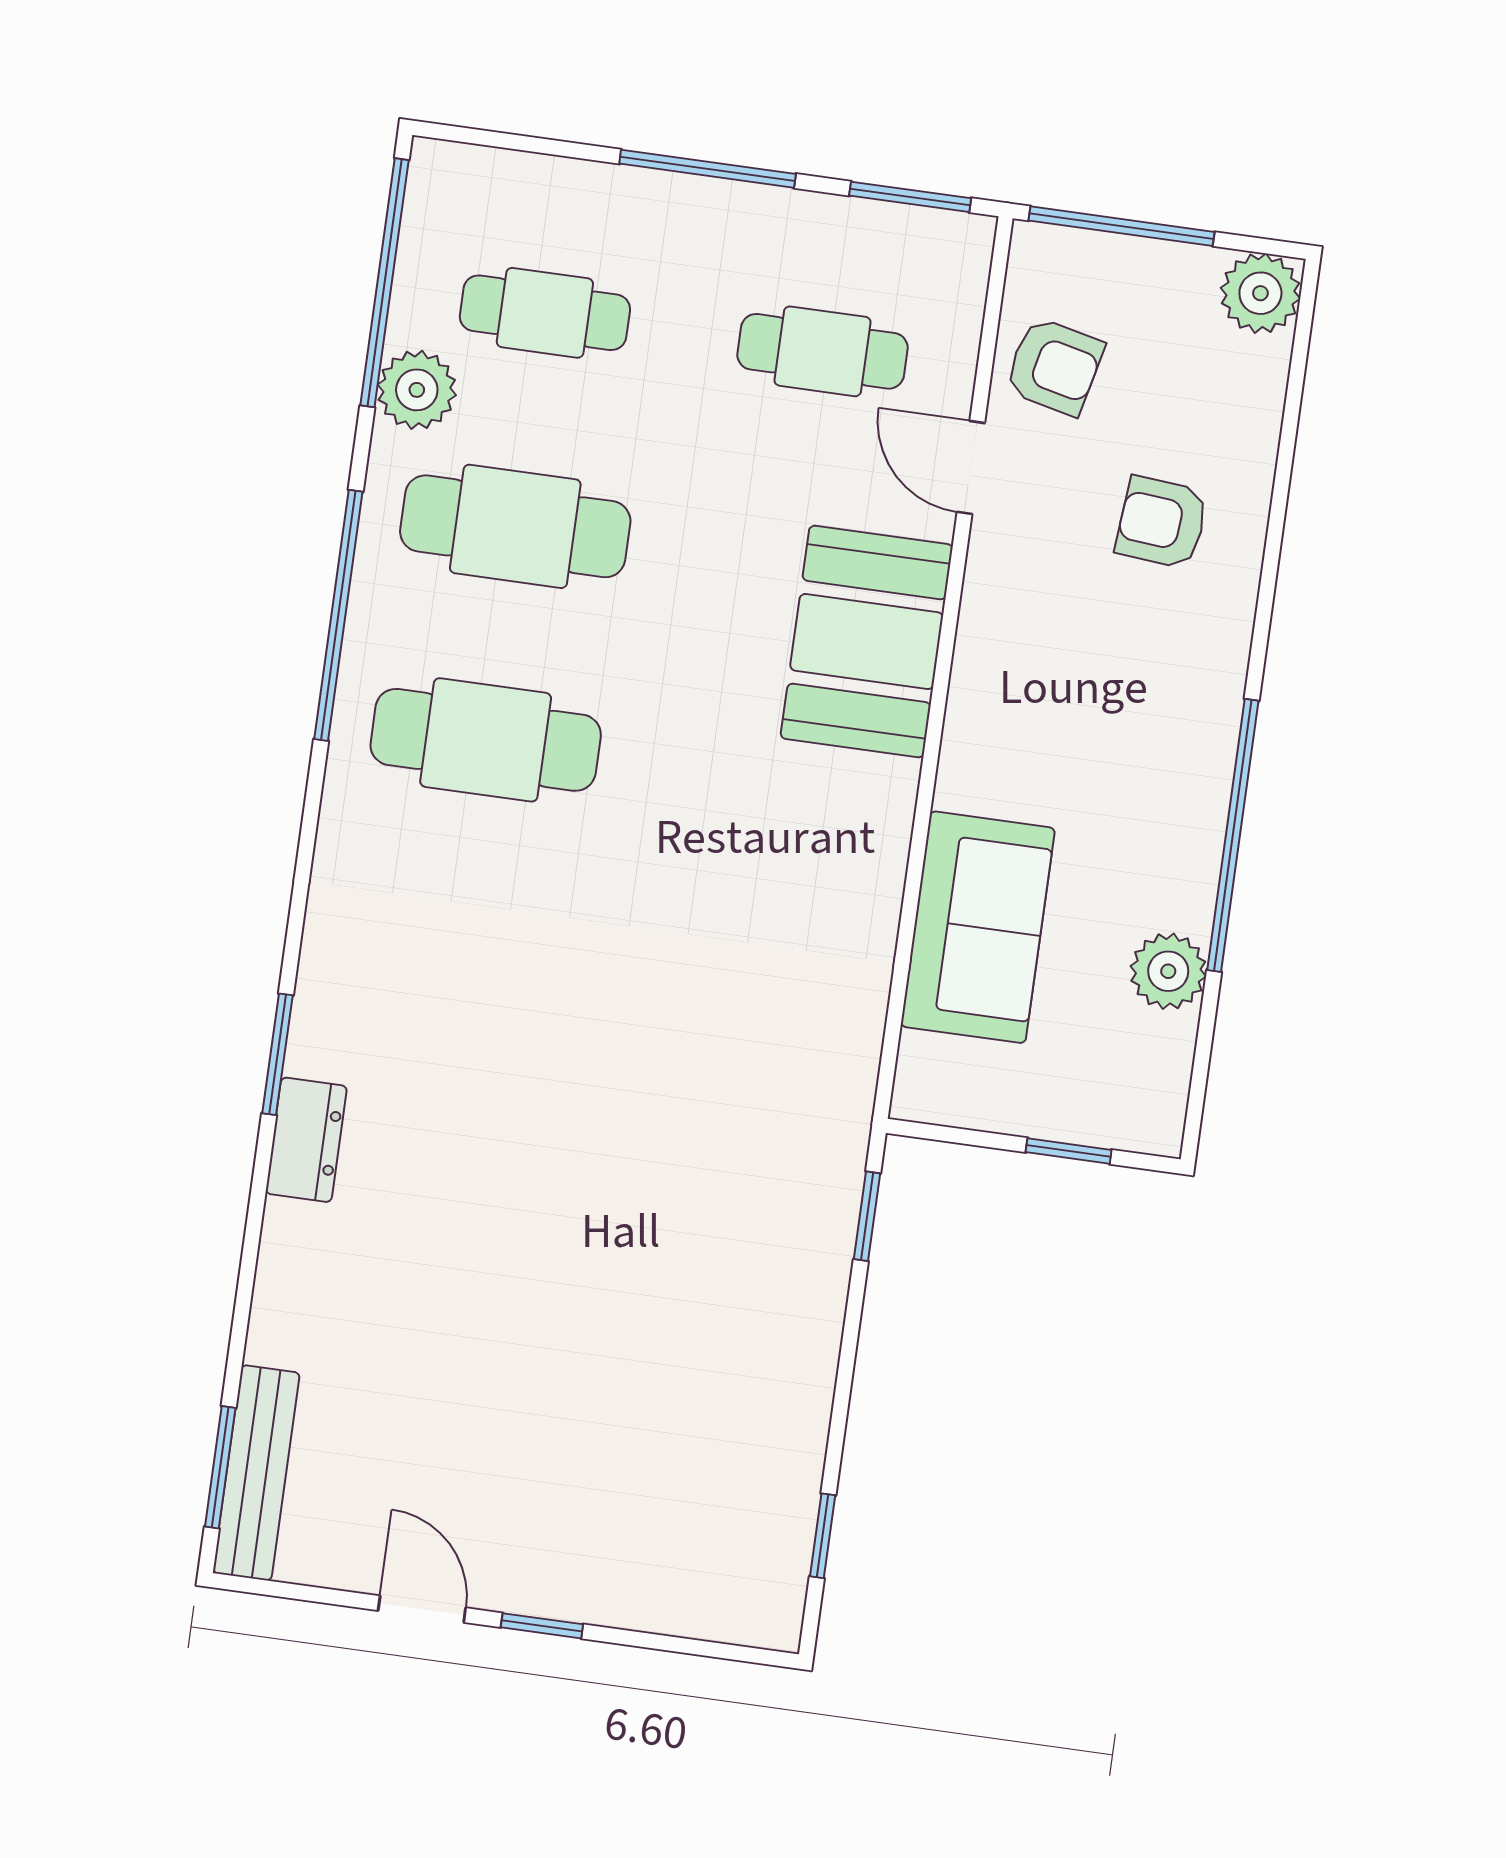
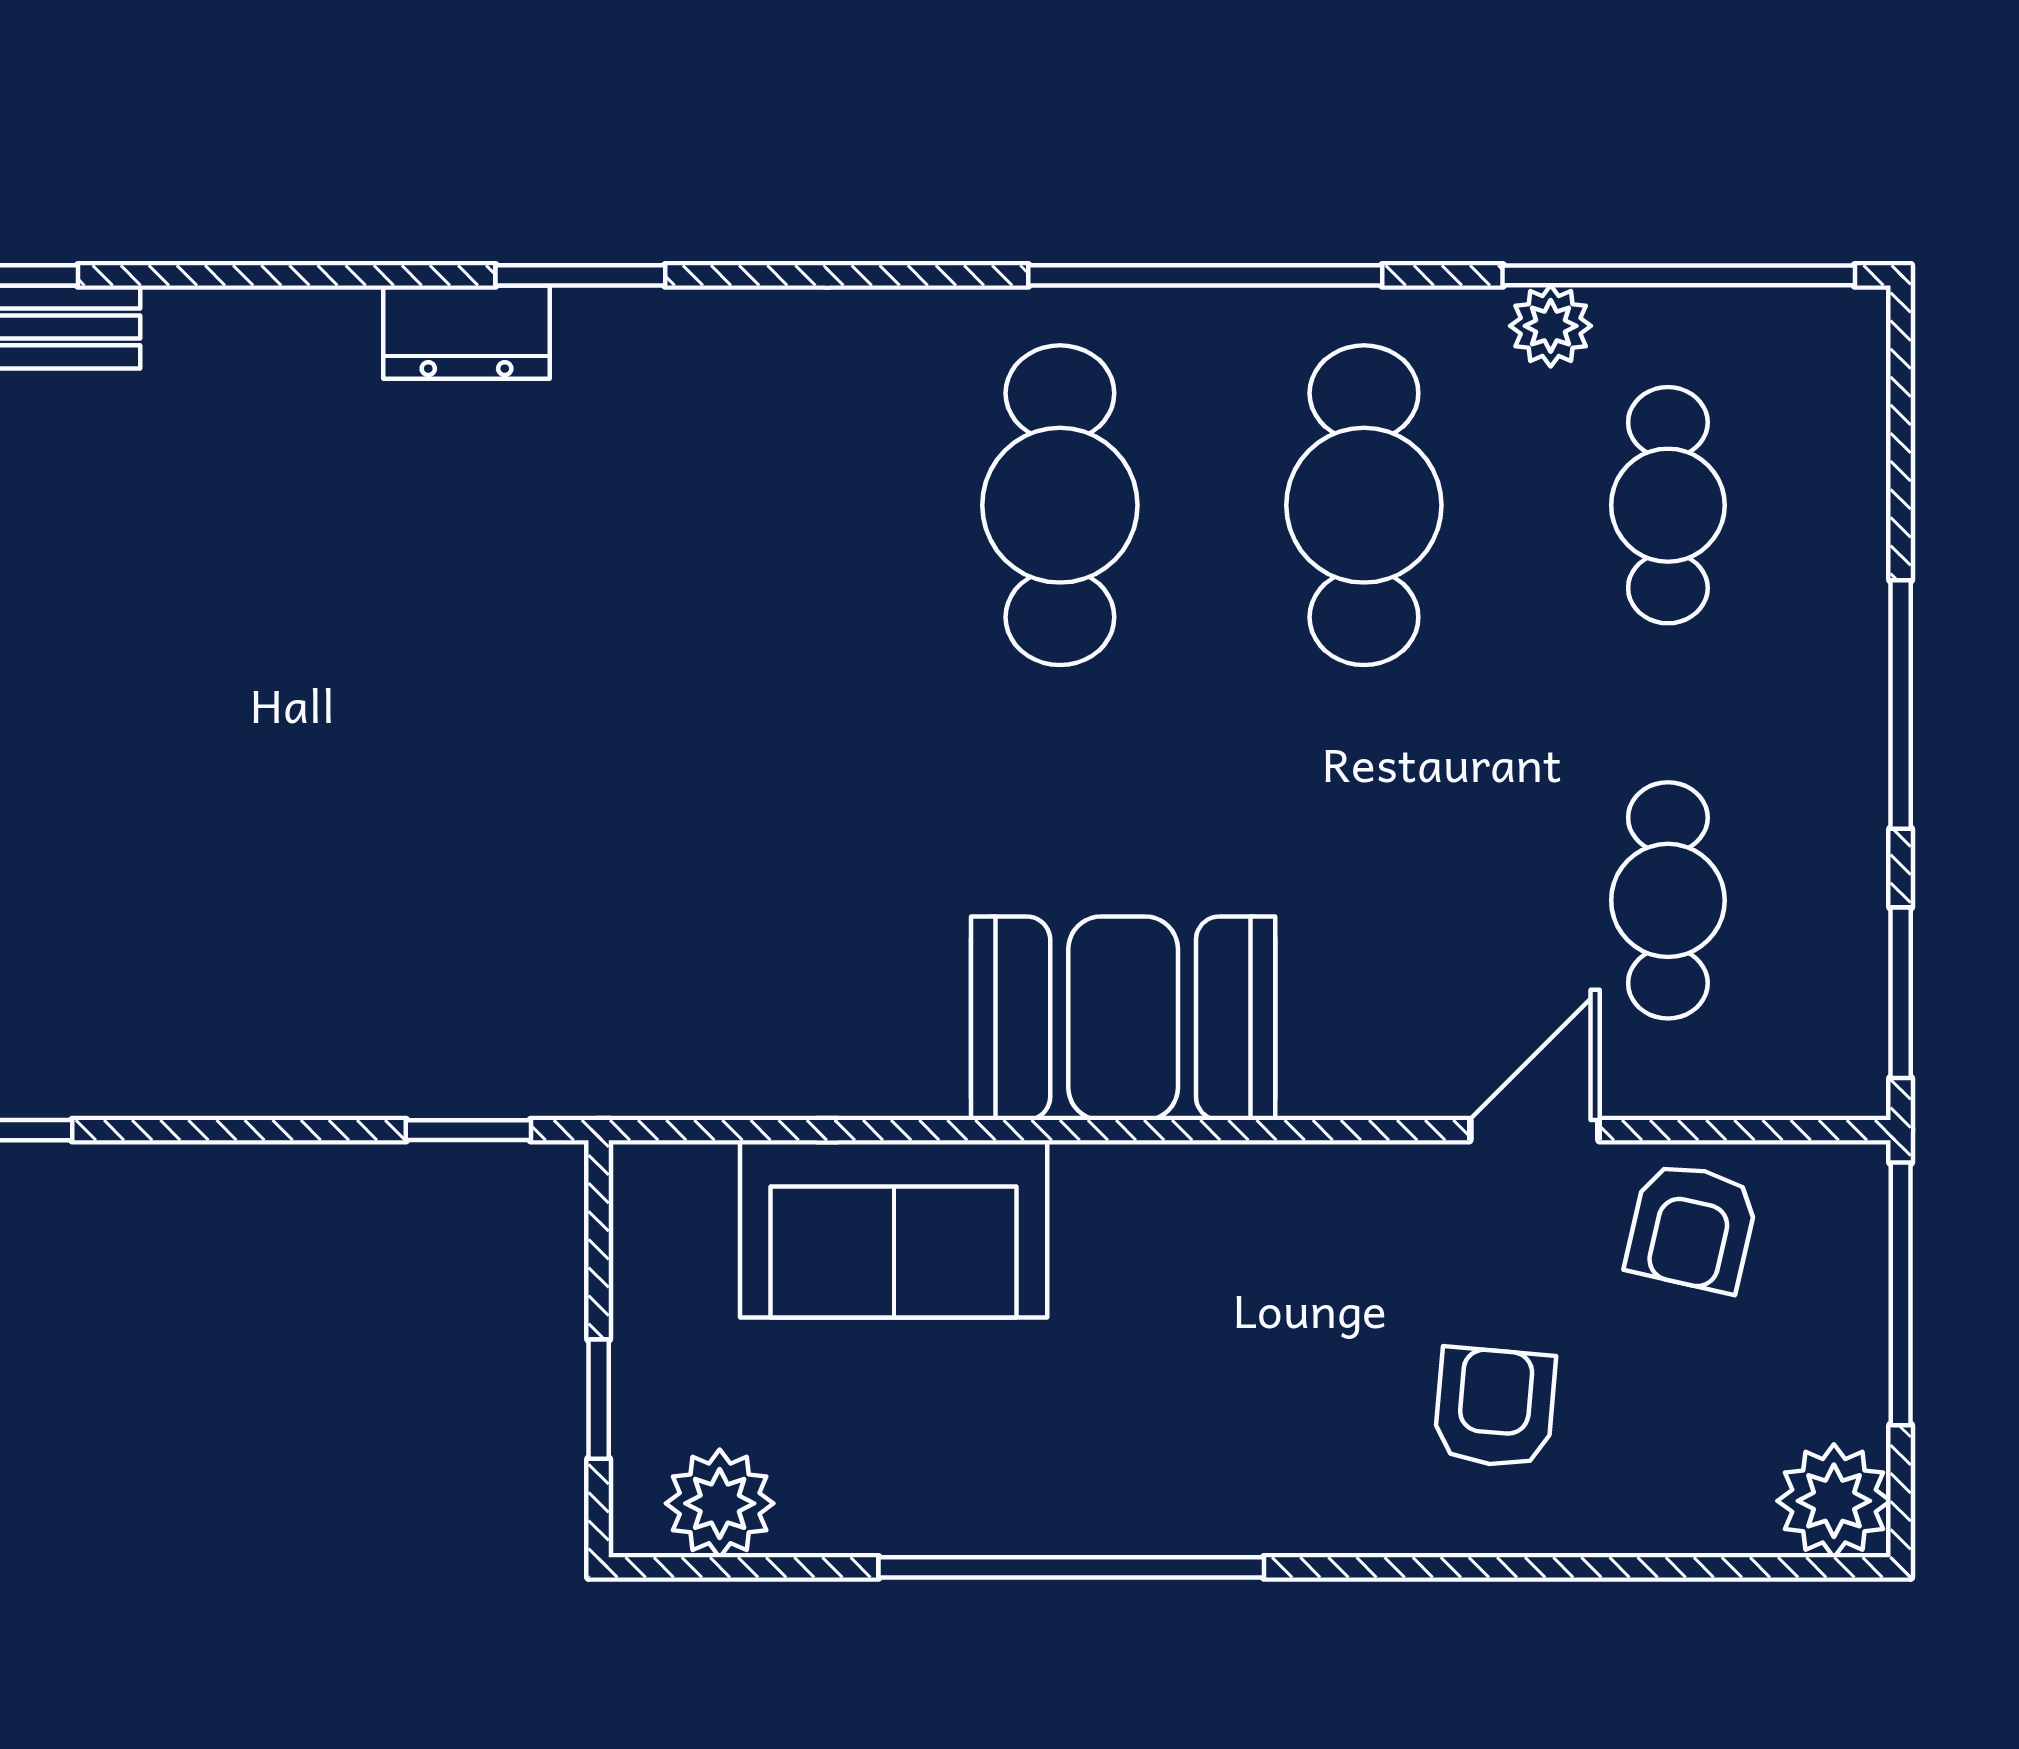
plant: (417, 390) -> (1551, 326), width x0.73, depth x0.73
booth: (867, 642) -> (1123, 1018), moved
plant: (1168, 971) -> (720, 1503), moved

